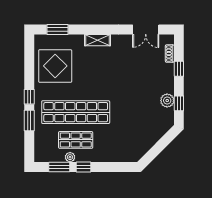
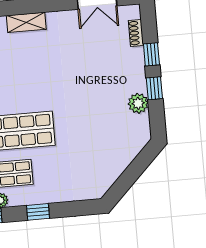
window: (179, 103) -> (154, 88), moved
window: (84, 167) -> (38, 212), moved

